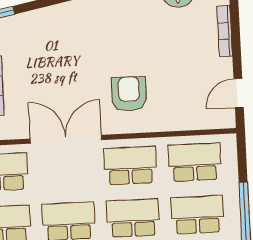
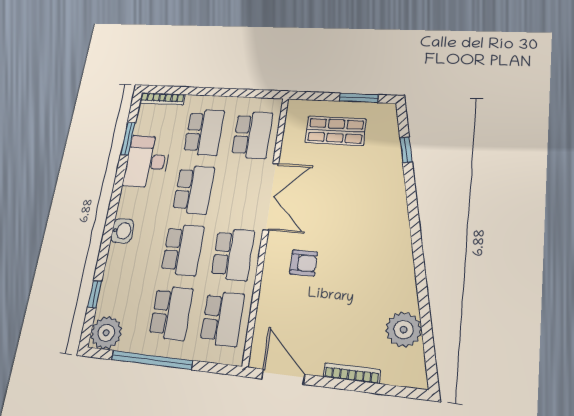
door: (239, 93) -> (283, 377), width x1.38
armchair: (129, 94) -> (304, 263), width x0.72, depth x0.72

